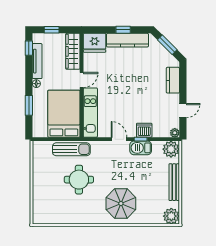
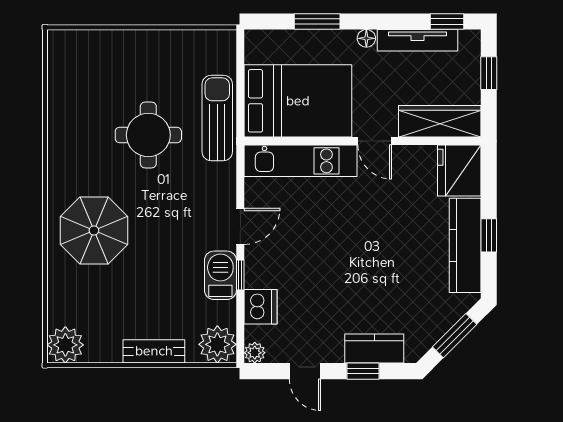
window: (183, 85) -> (363, 371), added
dishwasher: (144, 130) -> (261, 307), moved
sun lounger: (71, 149) -> (217, 118), turned 180
bench: (174, 182) -> (154, 351), width x0.73

